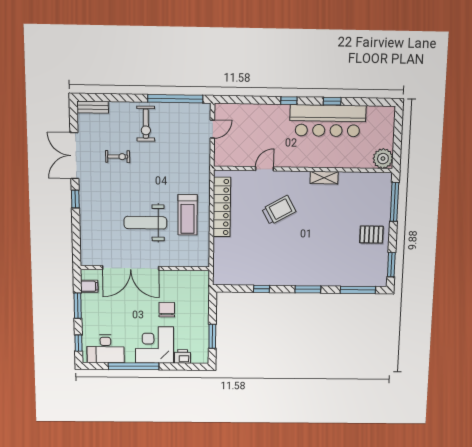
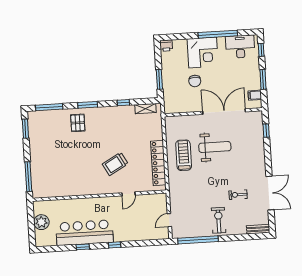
plant: (383, 159) -> (41, 222), moved
shelving: (324, 178) -> (146, 109), moved
window: (75, 199) -> (266, 131), moved
pallet: (371, 235) -> (78, 123), moved, turned 90
window: (212, 336) -> (159, 79), moved
printer: (183, 356) -> (166, 46), moved

